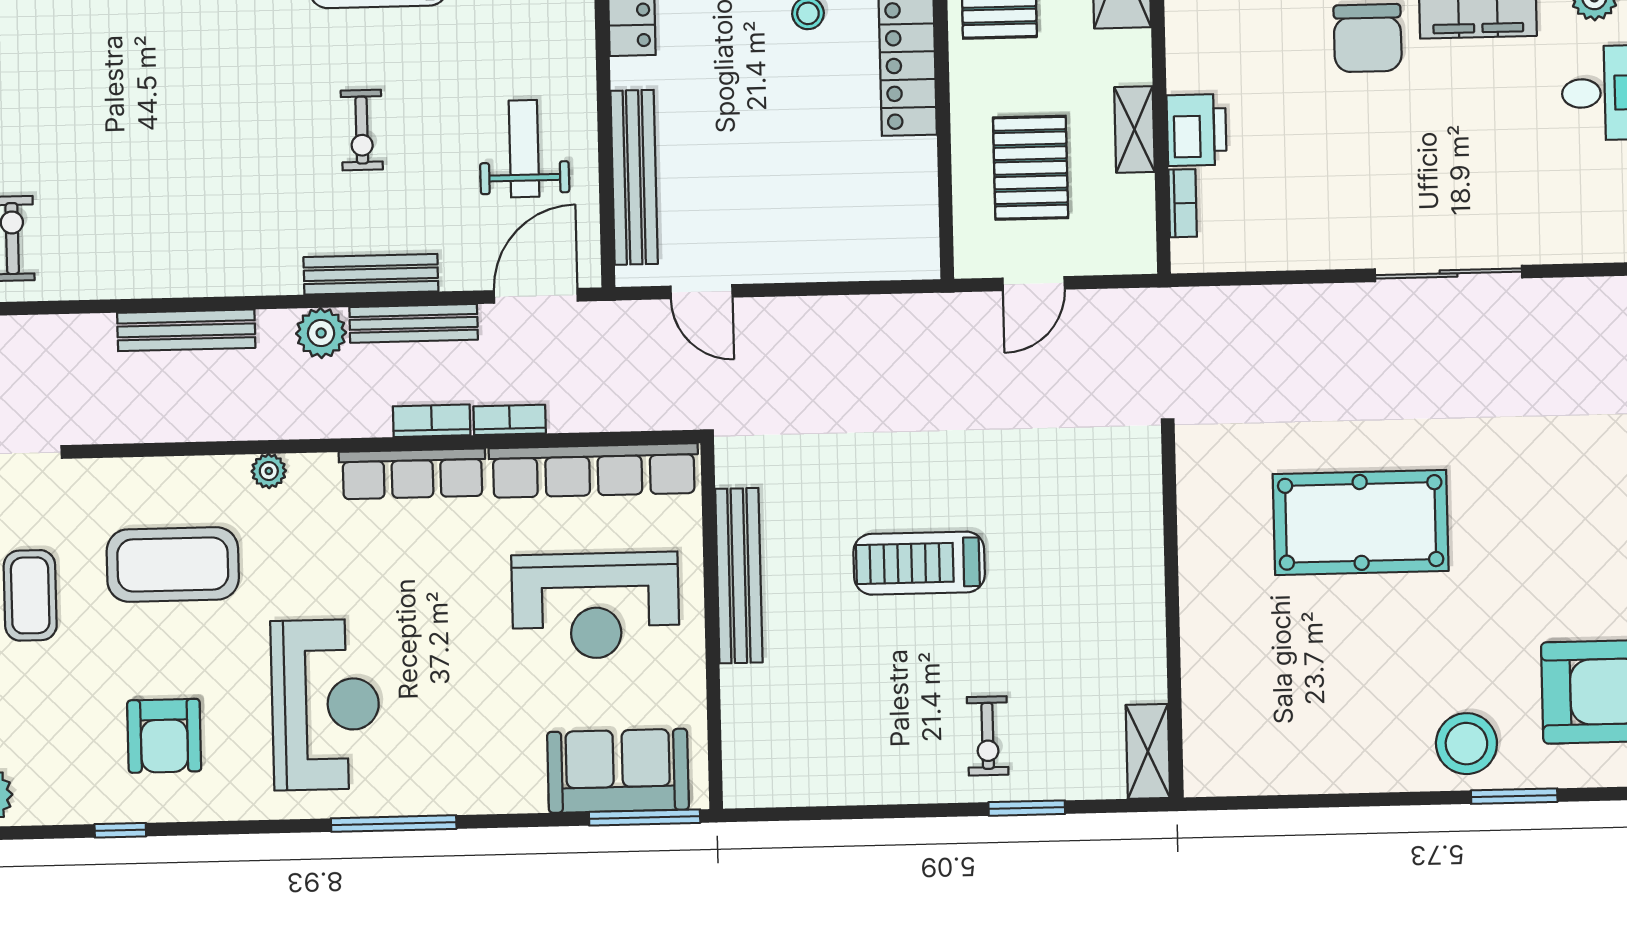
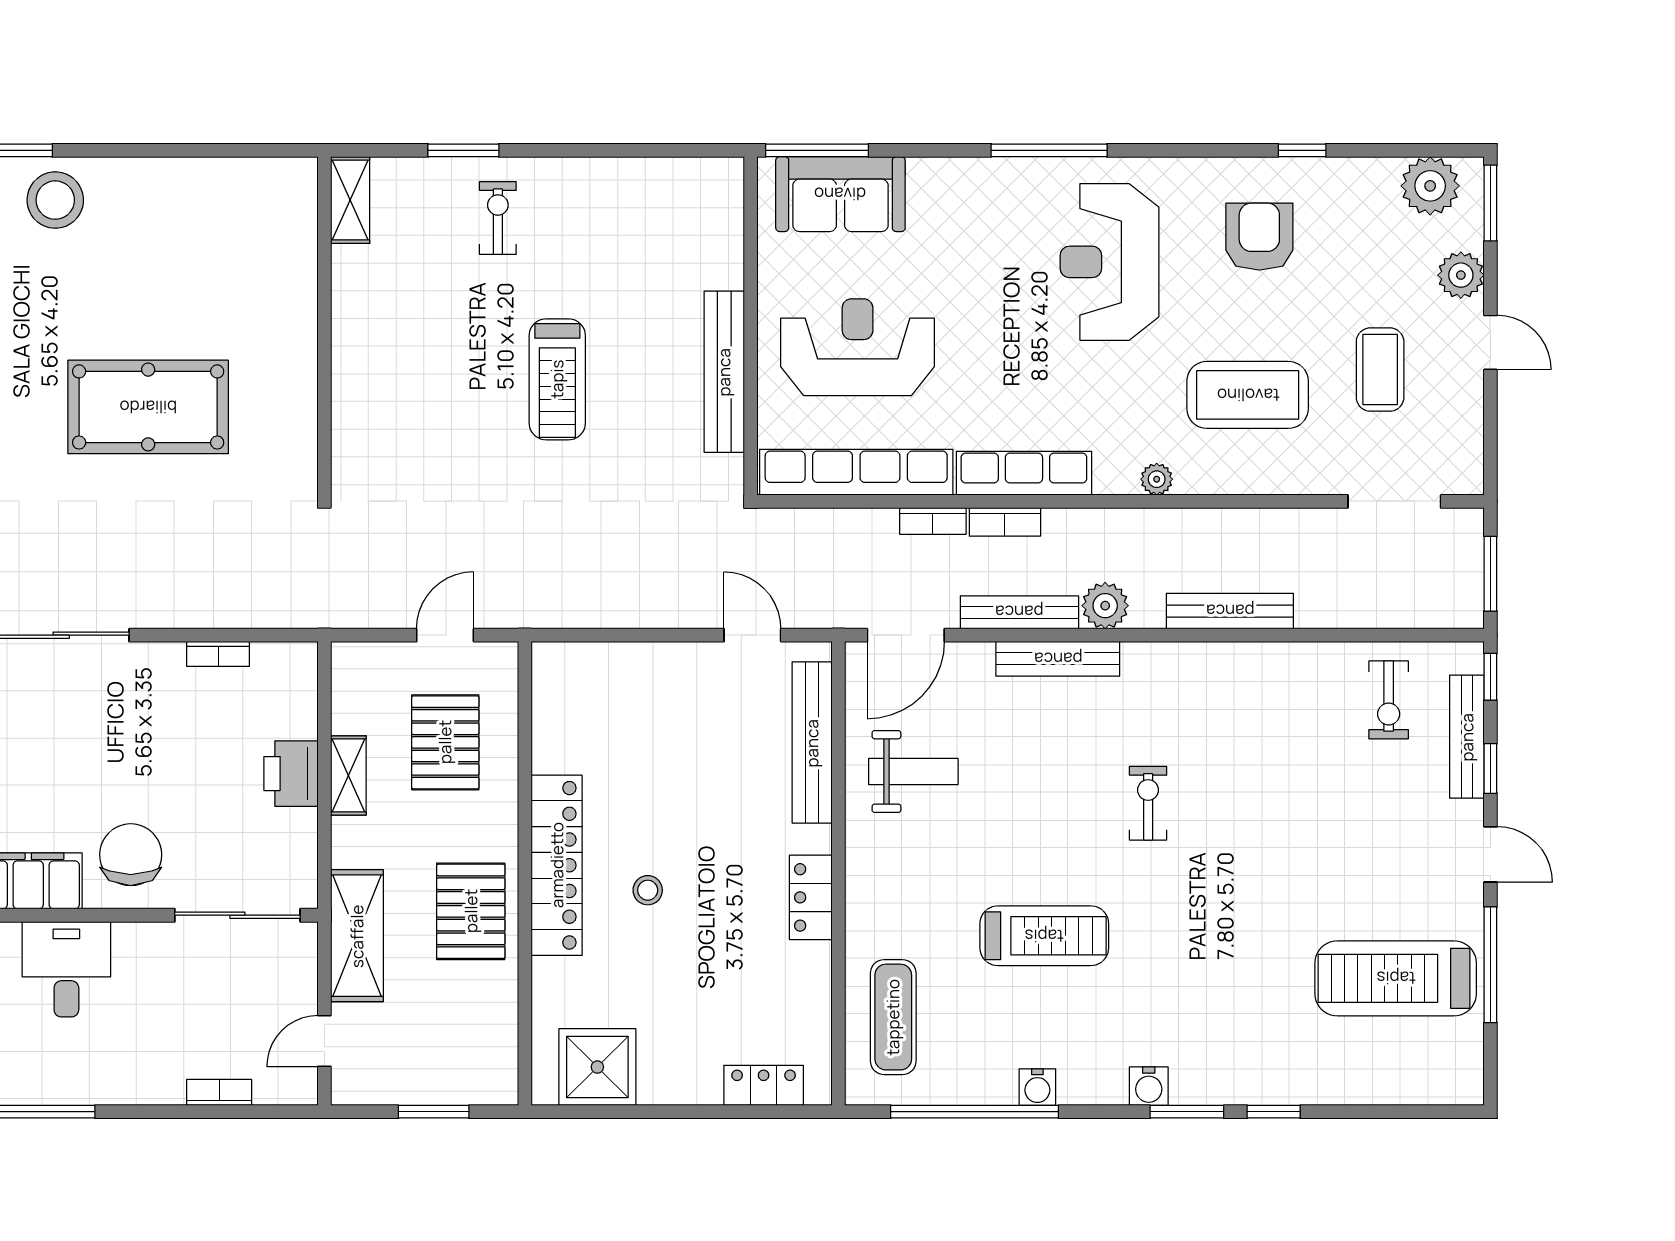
exercise bike: (362, 130) -> (1148, 803), moved
weight bench: (524, 149) -> (913, 771), turned -90
bookcase: (1183, 203) -> (218, 654), moved, turned -90
treadmill: (919, 563) -> (557, 379), turned 90

